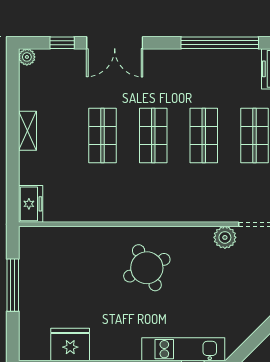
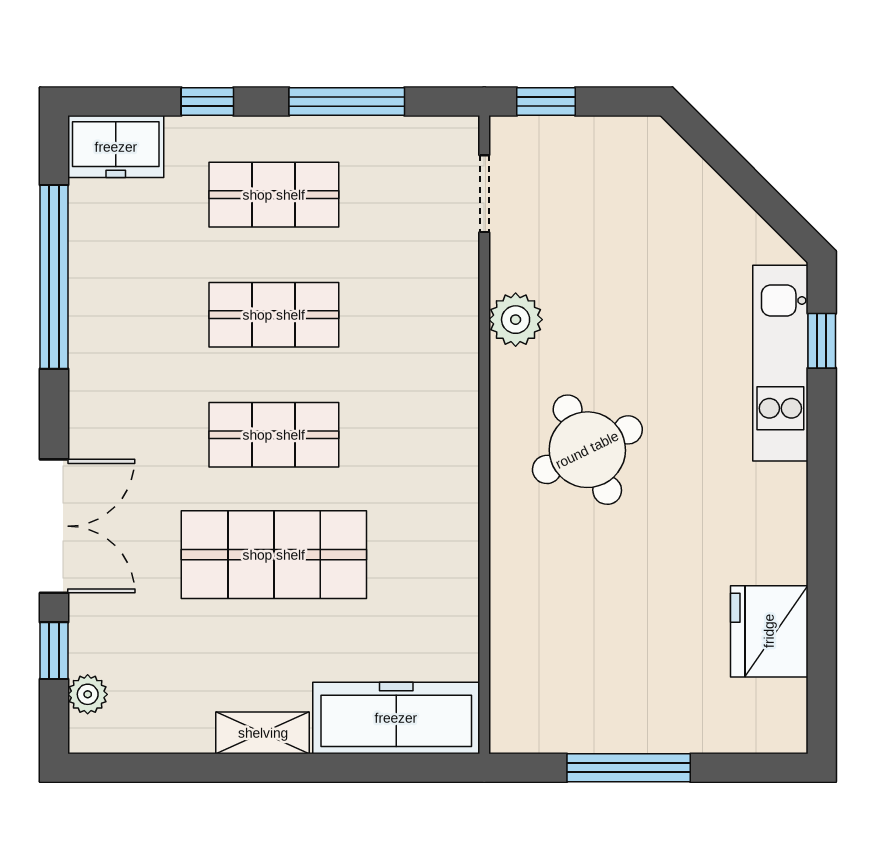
plant: (27, 57) -> (88, 694), moved
shop shelf: (103, 135) -> (274, 555), width x1.43, depth x1.36
freezer: (31, 204) -> (396, 718), width x1.91, depth x1.26
plant: (225, 237) -> (516, 320), moved

